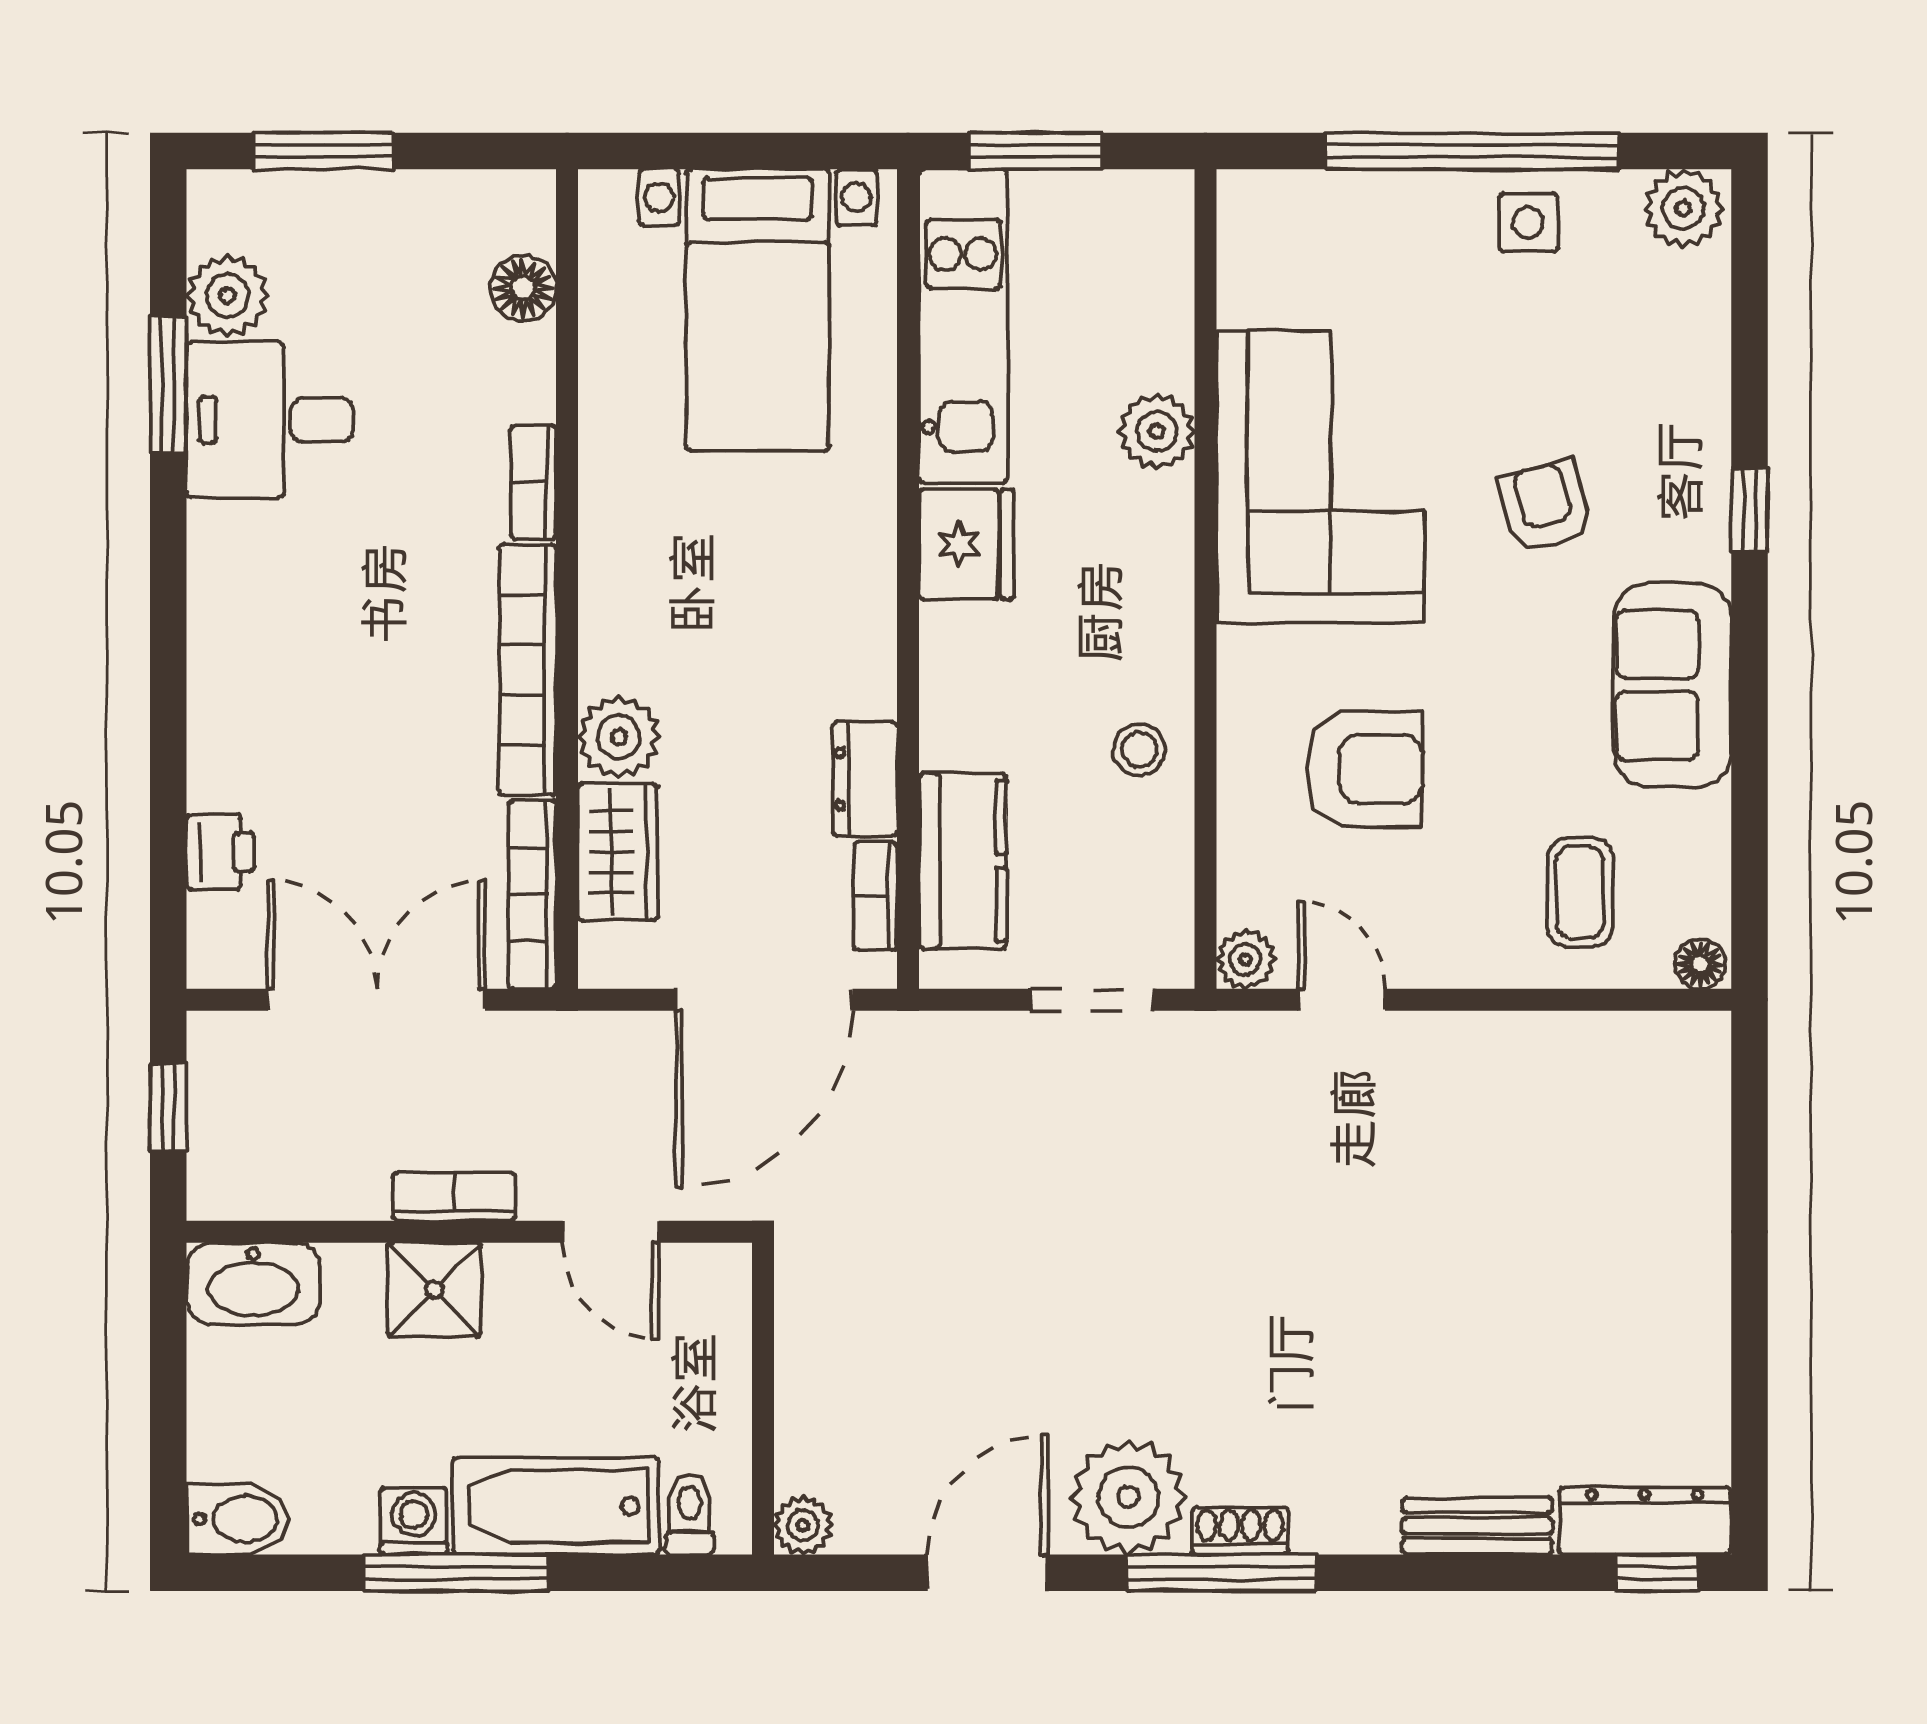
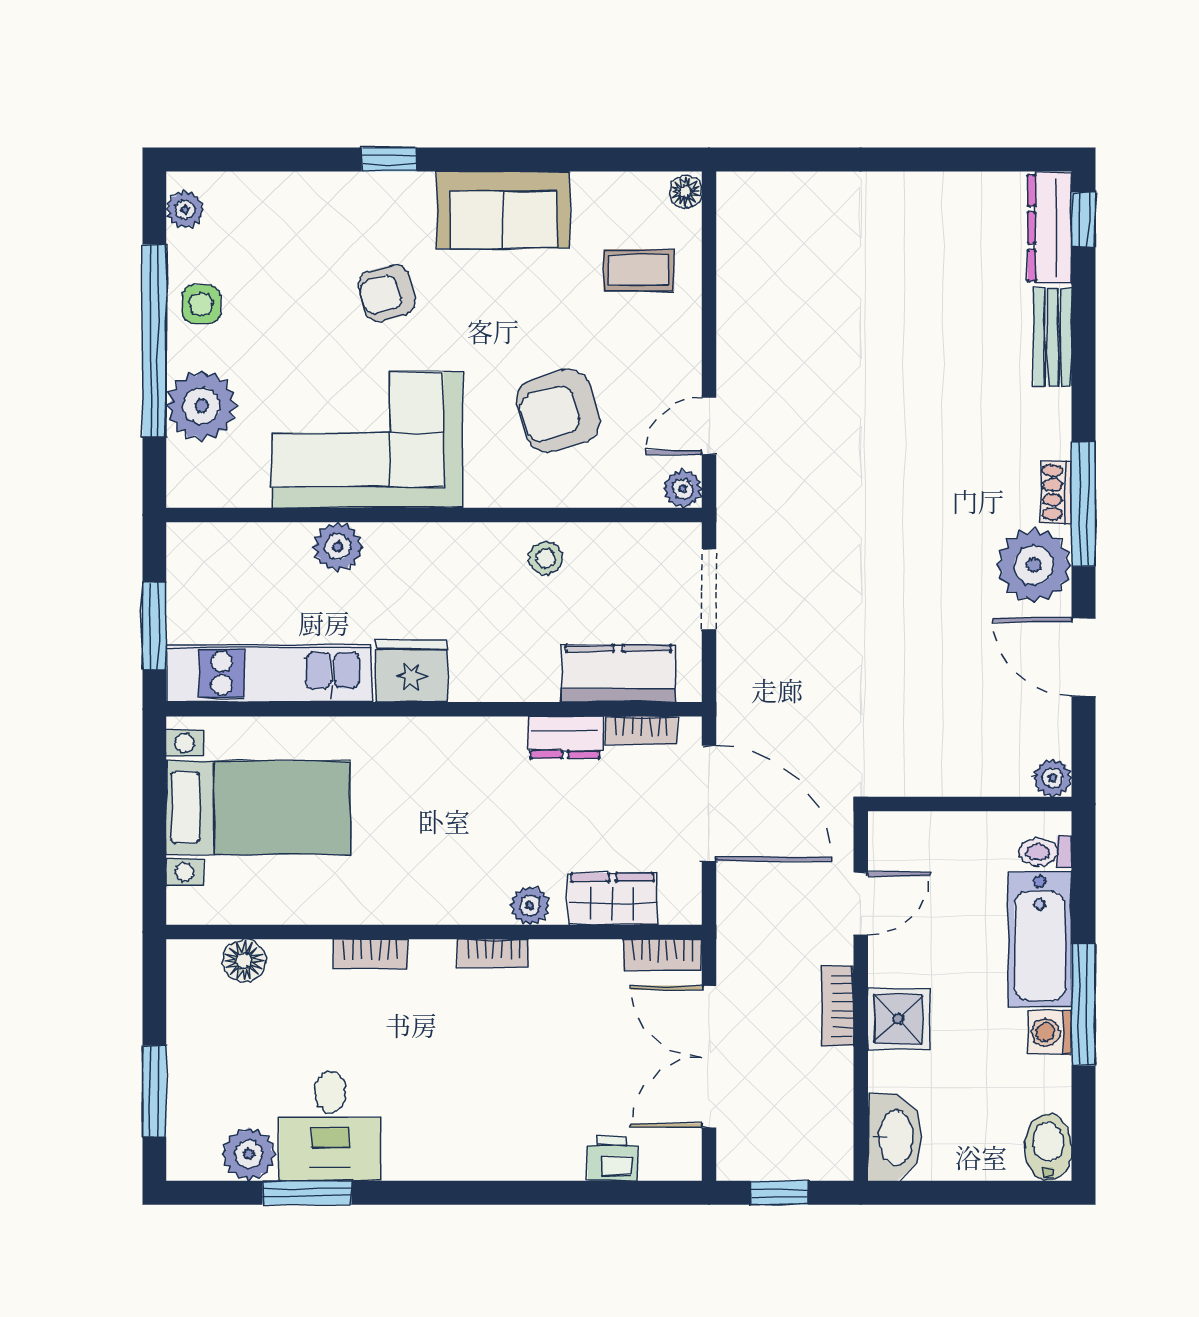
plant: (1683, 208) -> (185, 210), width x0.73, depth x0.73
plant: (1372, 223) -> (202, 406), added
bookcase: (528, 670) -> (493, 953), width x0.43, depth x0.76
plant: (619, 737) -> (530, 905), width x0.73, depth x0.73
armchair: (1365, 769) -> (558, 411), turned -107
bookcase: (532, 895) -> (663, 955), width x0.64

